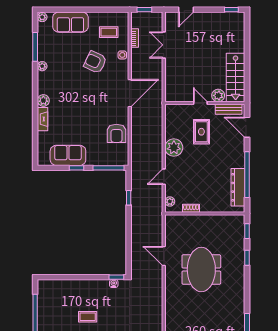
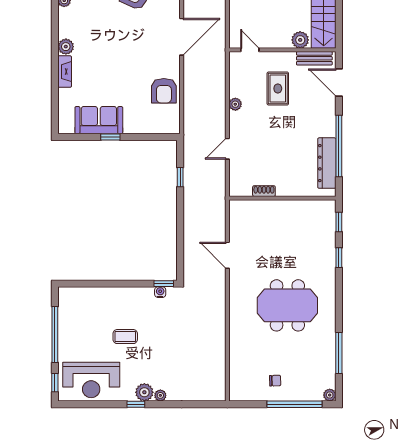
door: (200, 103) -> (250, 50), moved
plant: (174, 148) -> (235, 104), width x0.53, depth x0.53
window: (108, 168) -> (153, 137), removed
plant: (170, 202) -> (235, 182), removed
meeting table: (201, 269) -> (287, 305), moved, turned 90

